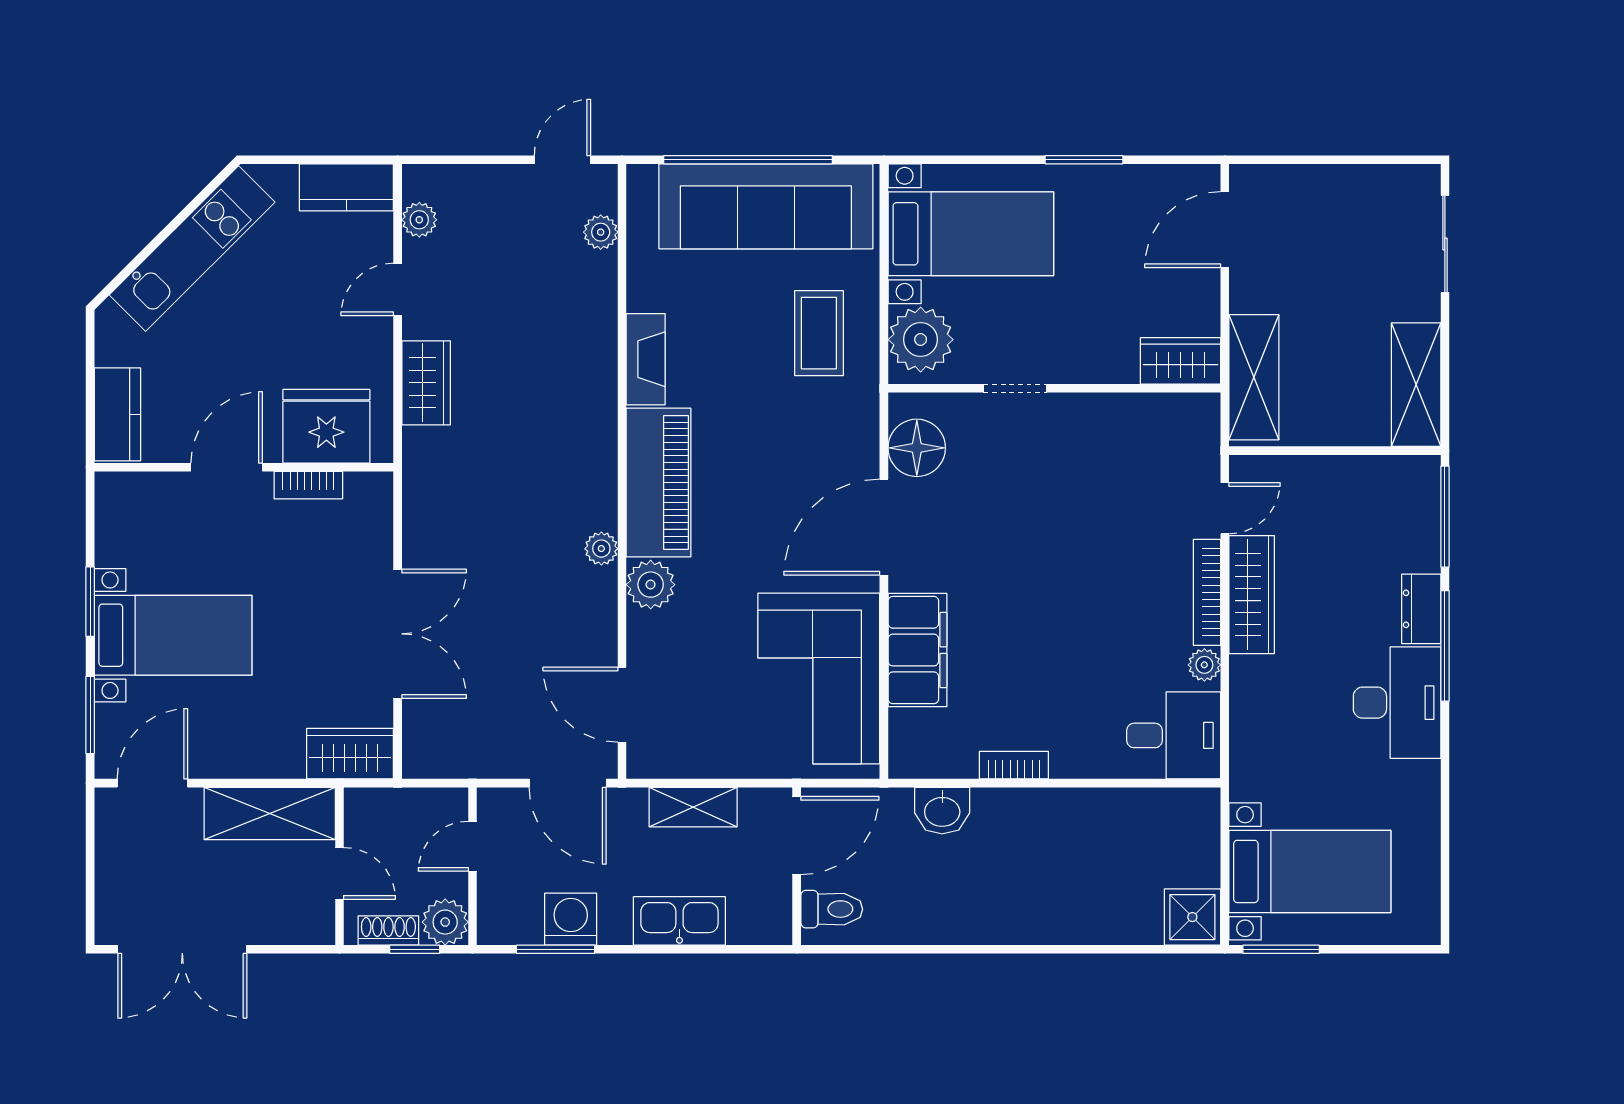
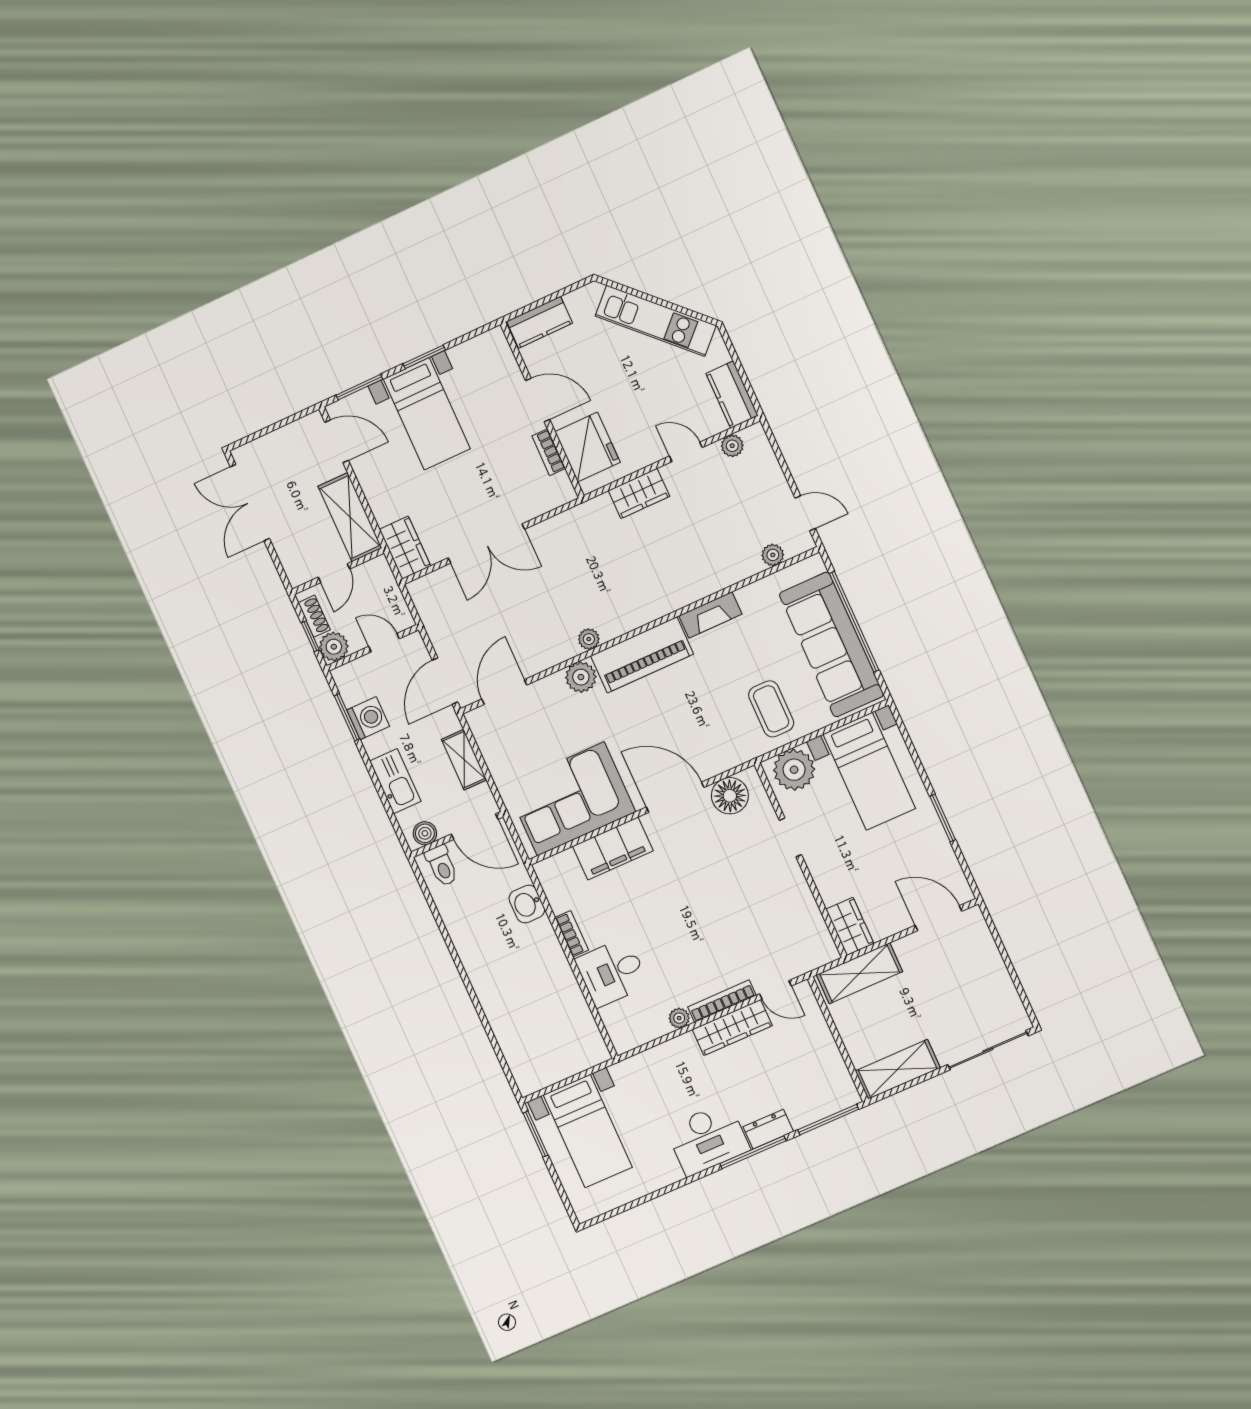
sliding door: (1445, 244) -> (988, 1050), width x1.37
coffee table: (819, 333) -> (771, 709), turned 90
desk: (1174, 735) -> (612, 972), moved, turned 90
boiler: (774, 912) -> (425, 833), added
shower: (1192, 917) -> (531, 1075), removed

